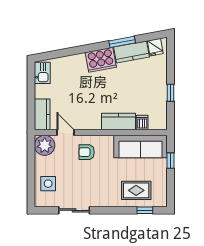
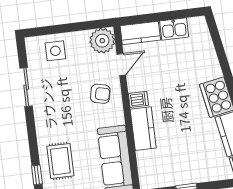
kitchen sink: (42, 73) -> (174, 29), moved
dishwasher: (142, 122) -> (138, 99), moved
armchair: (87, 152) -> (100, 94), turned 103

